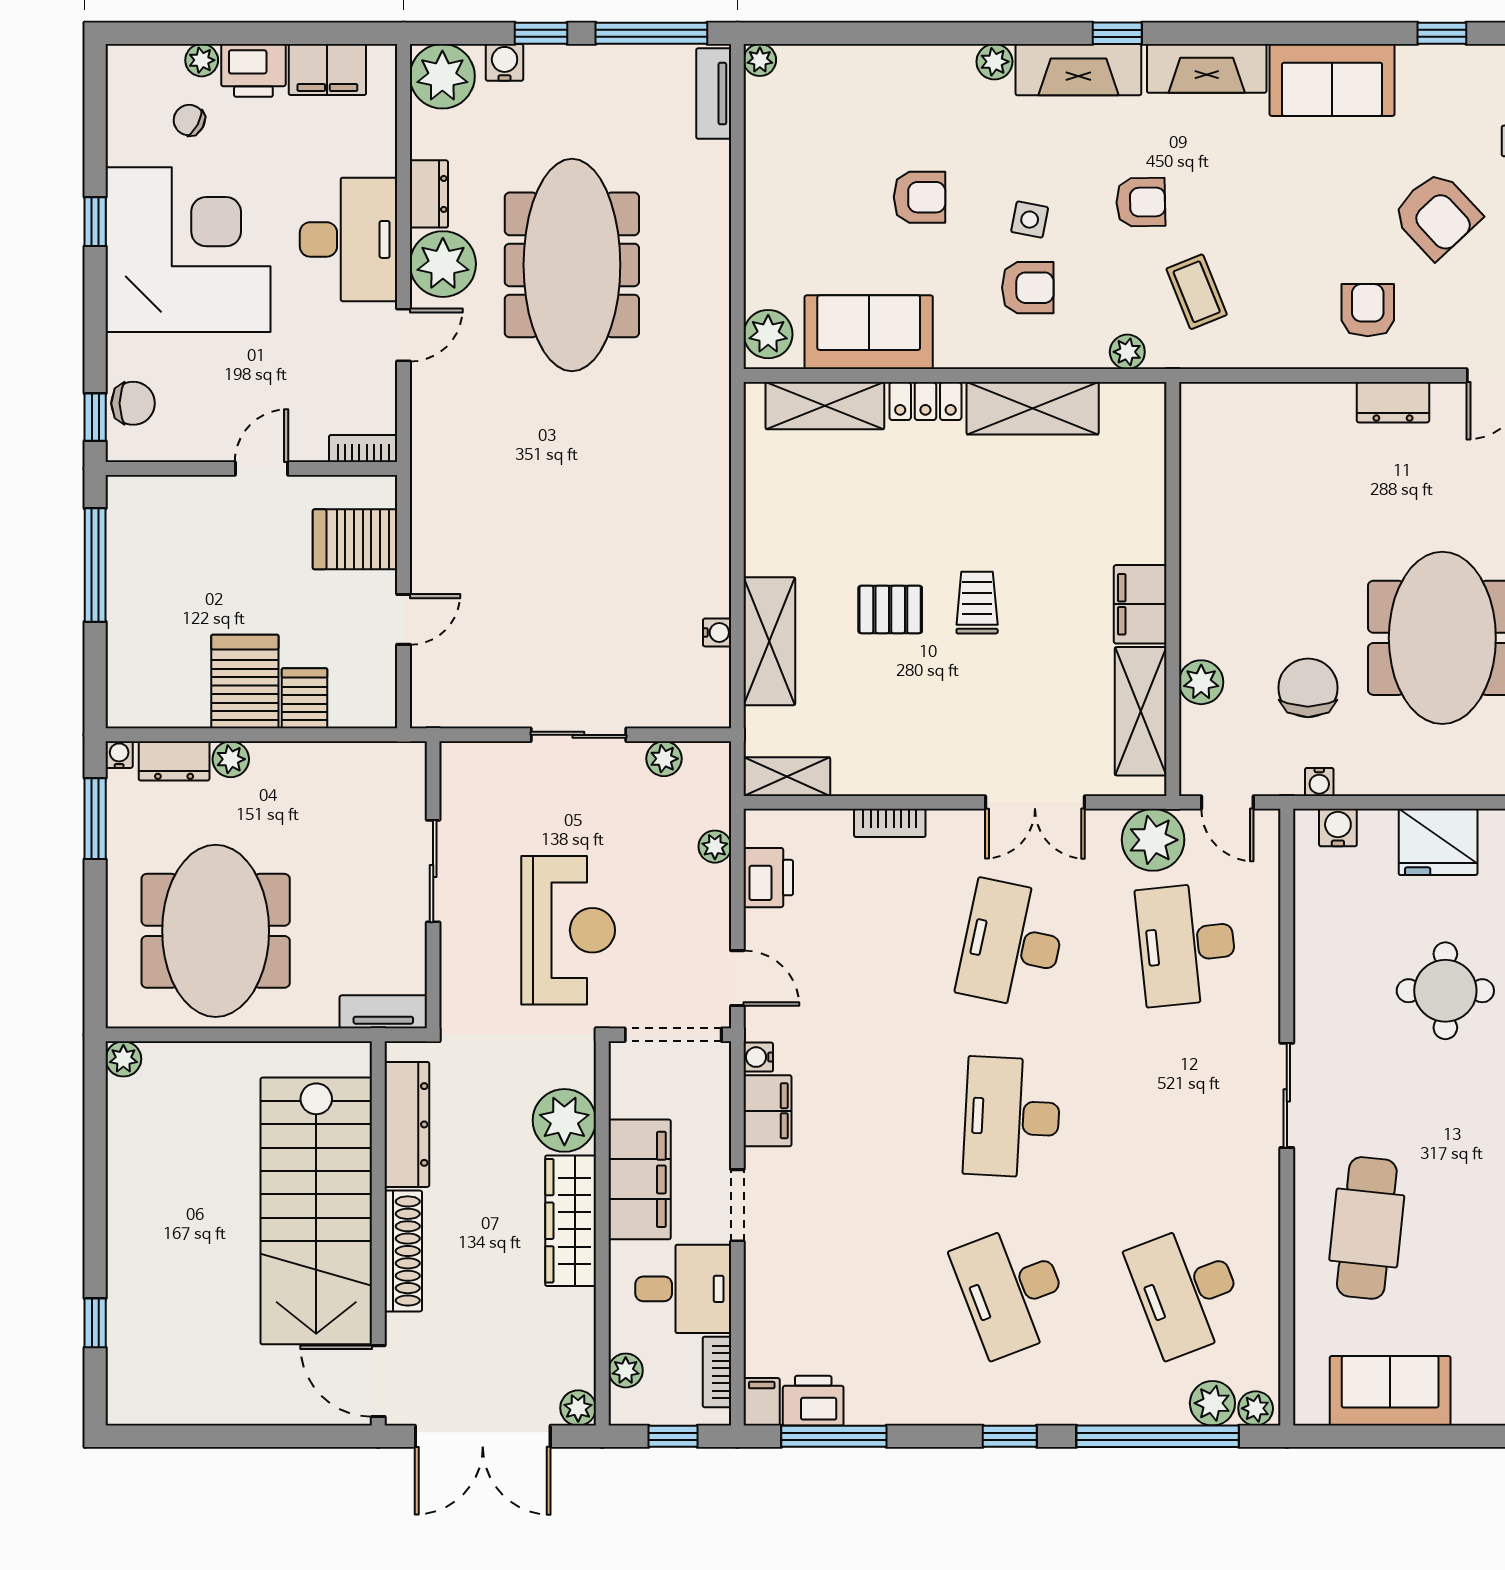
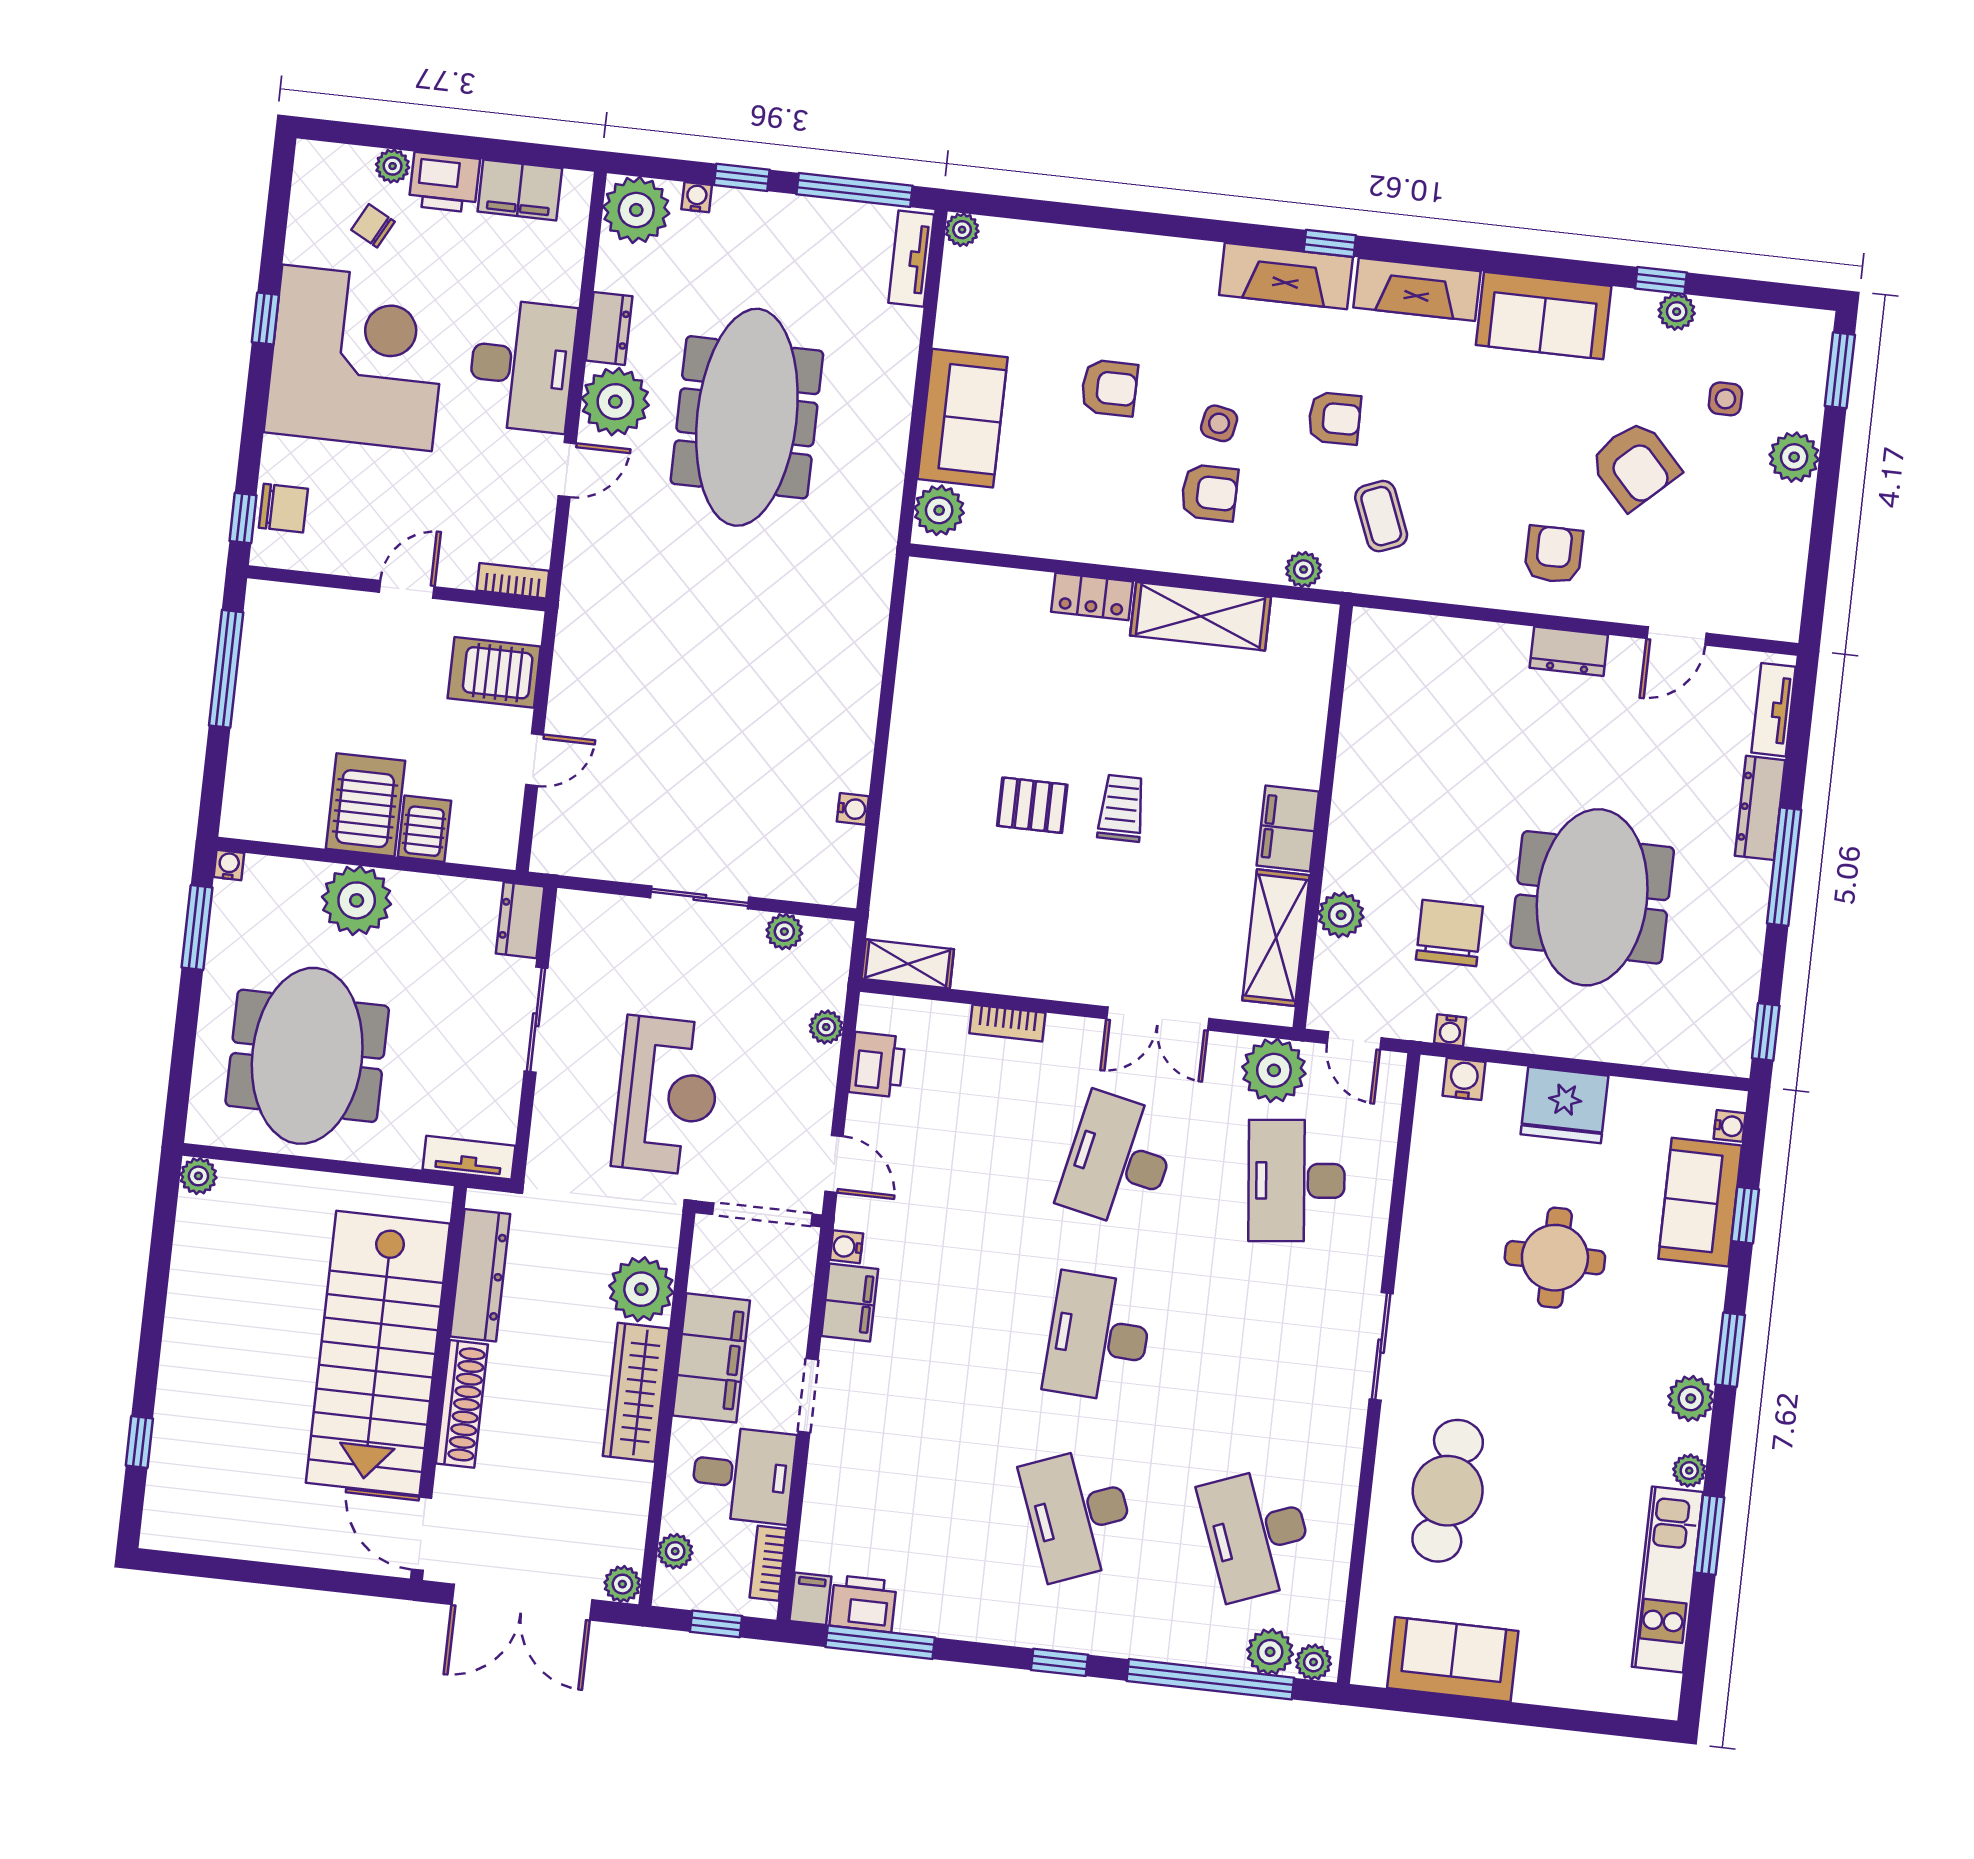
water cooler: (505, 62) -> (697, 197), width x0.72, depth x0.72
plant: (994, 62) -> (1677, 312), moved
sofa: (869, 332) -> (963, 418), moved, turned 90
shelving: (825, 406) -> (989, 590), removed
shelving: (769, 641) -> (905, 824), removed
plant: (231, 759) -> (357, 900), width x1.87, depth x1.87
dresser: (174, 761) -> (520, 920), moved, turned 90

